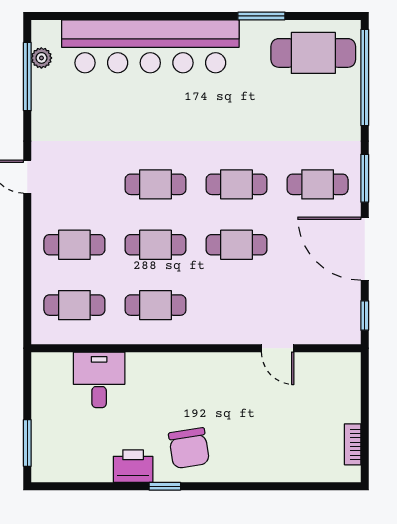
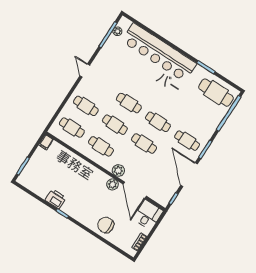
plant: (220, 331) -> (118, 170), added
door: (278, 348) -> (135, 190), width x1.88
plant: (227, 365) -> (112, 184), added
filing cabinet: (42, 367) -> (46, 142), added
desk: (99, 380) -> (148, 215), moved
chair: (189, 448) -> (106, 225), moved, turned 99

